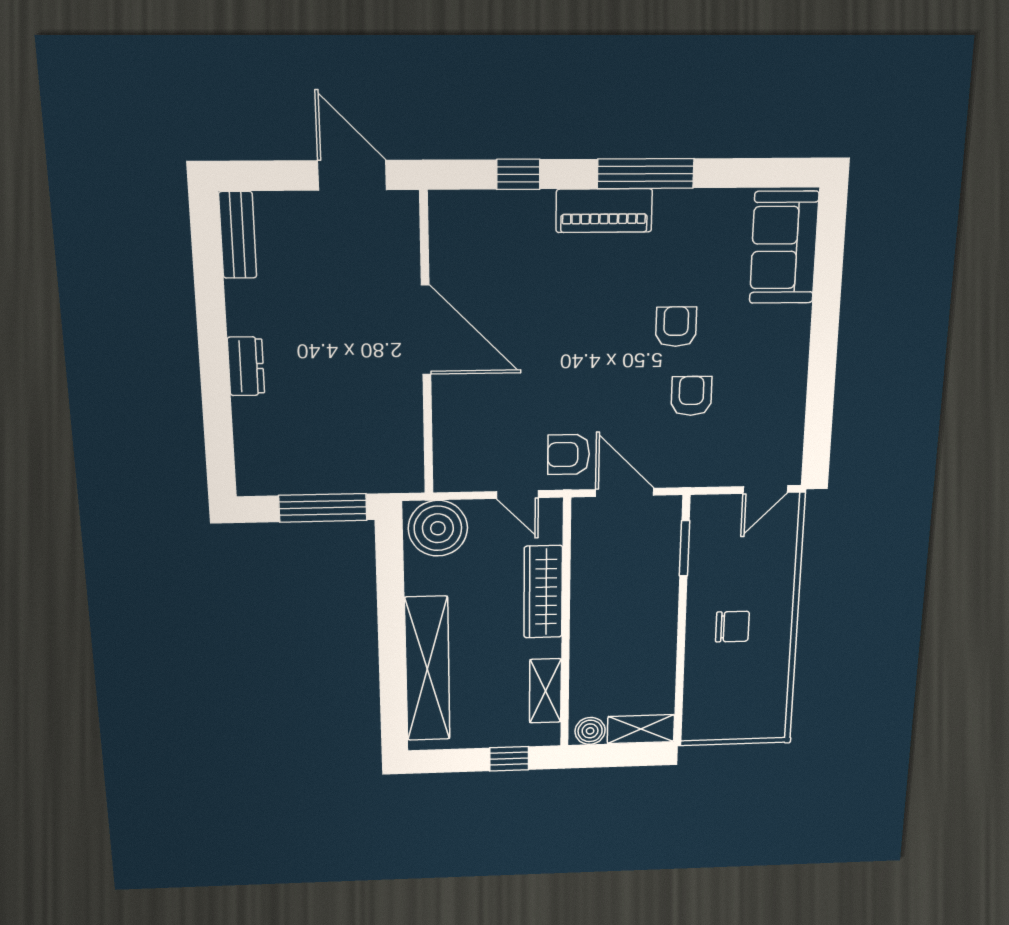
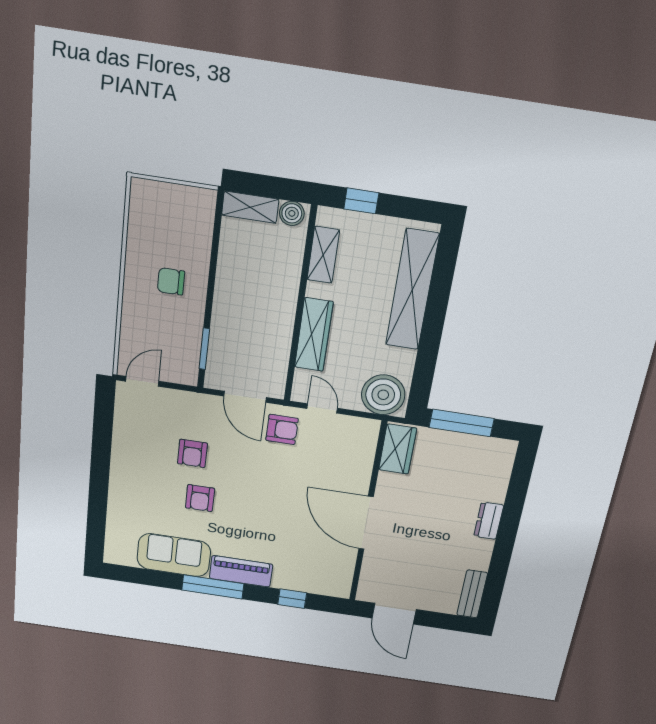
sofa: (784, 248) -> (174, 555), moved, turned -90
wardrobe: (403, 454) -> (398, 449), added

